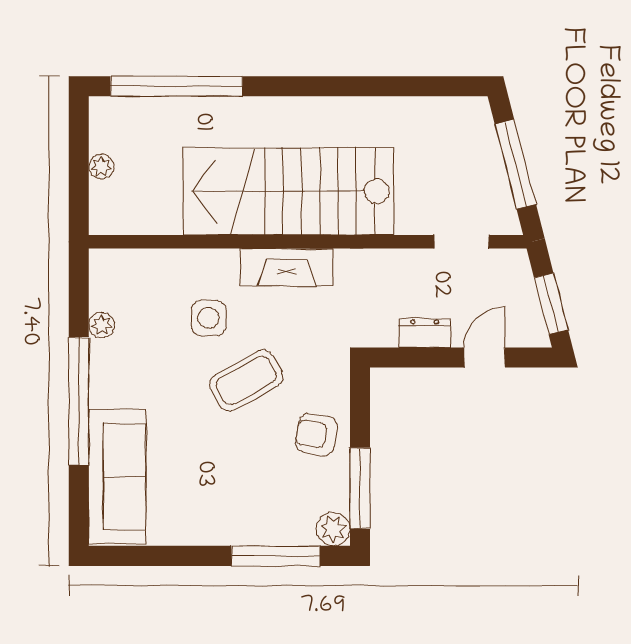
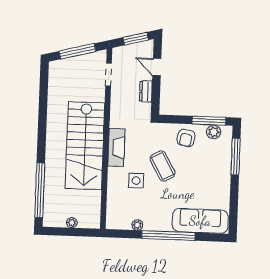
plant: (333, 529) -> (214, 132), moved

